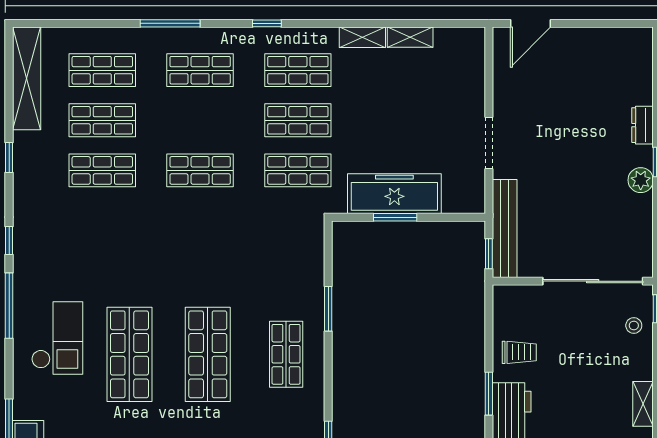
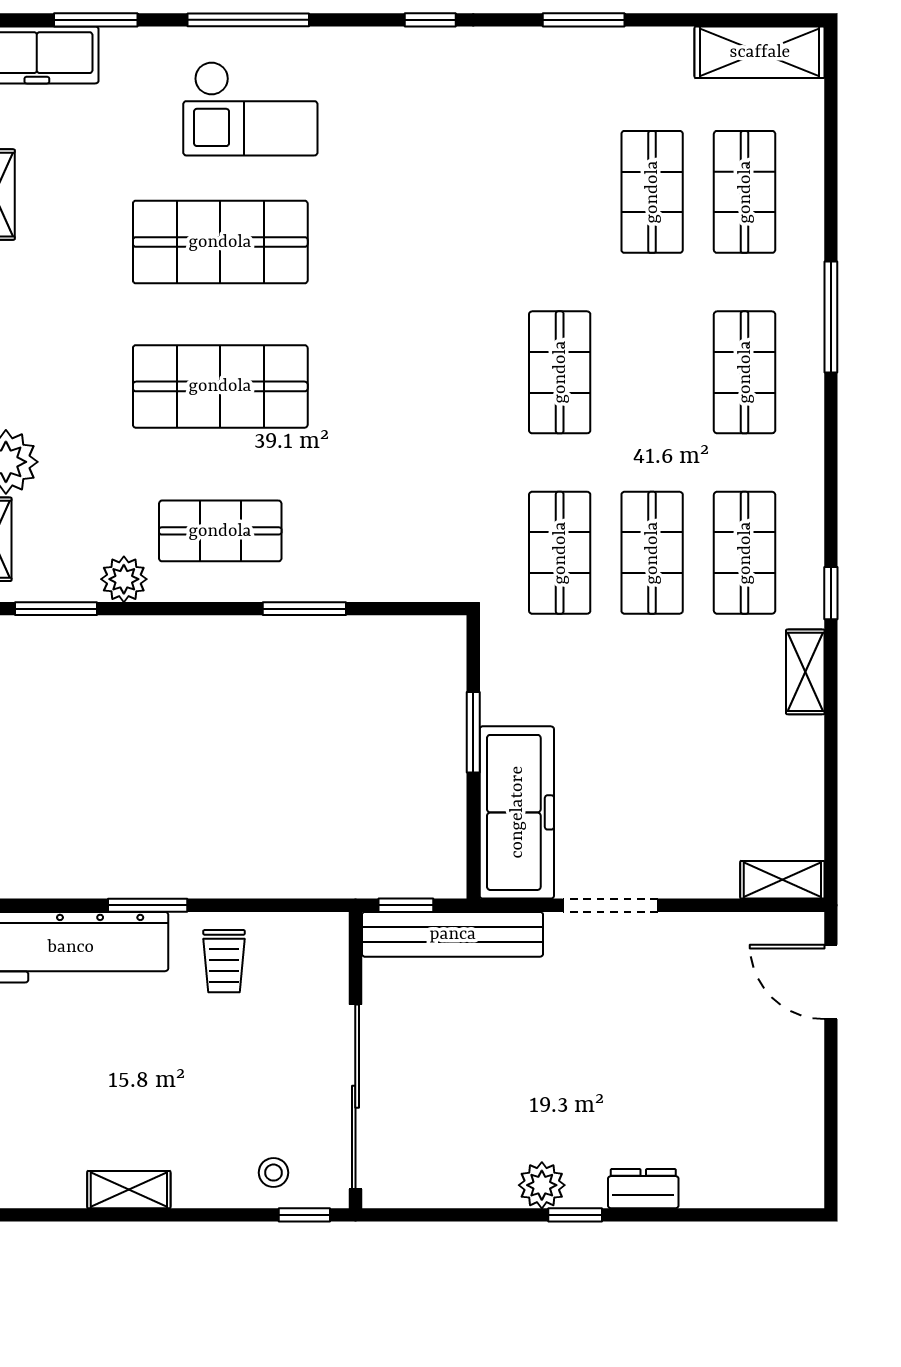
window: (267, 23) -> (831, 593), moved
shelving: (410, 37) -> (782, 880), moved, turned 90
shelving: (27, 78) -> (760, 52), width x0.68
window: (9, 157) -> (584, 20), width x1.50
shop shelf: (102, 170) -> (560, 192), removed
freezer: (394, 194) -> (517, 812), moved
window: (9, 306) -> (248, 20), moved
plant: (312, 407) -> (124, 579), added

